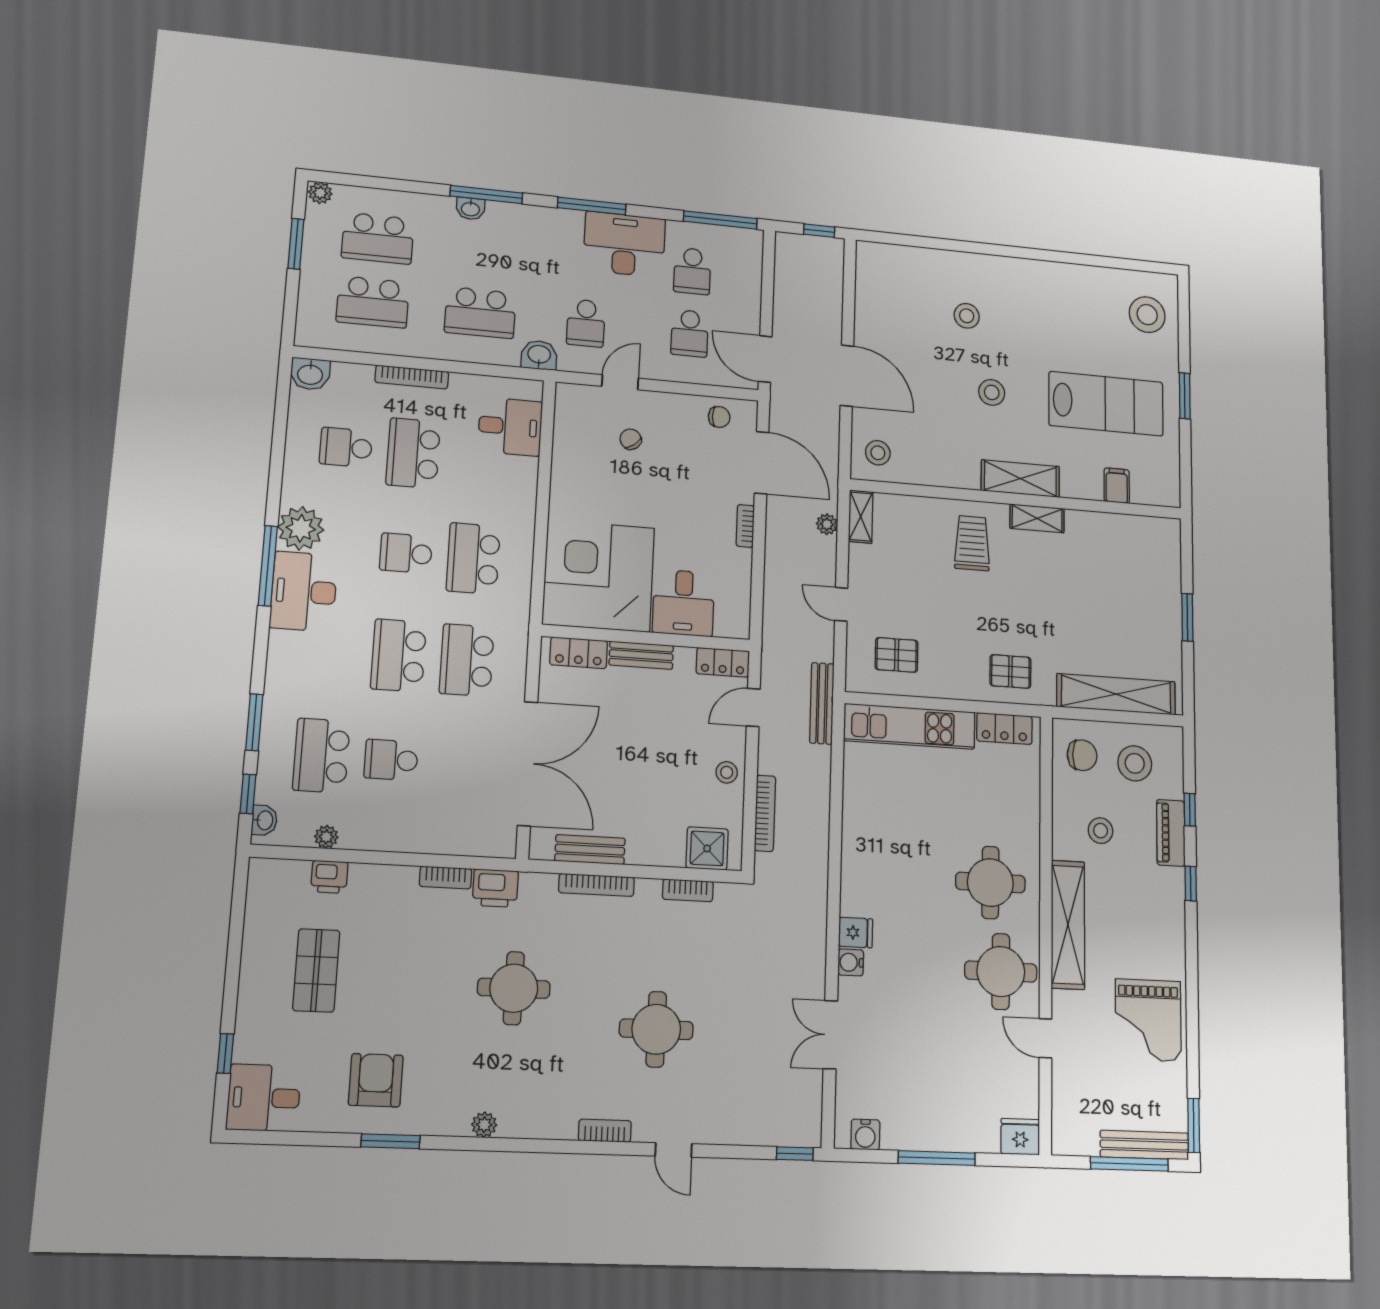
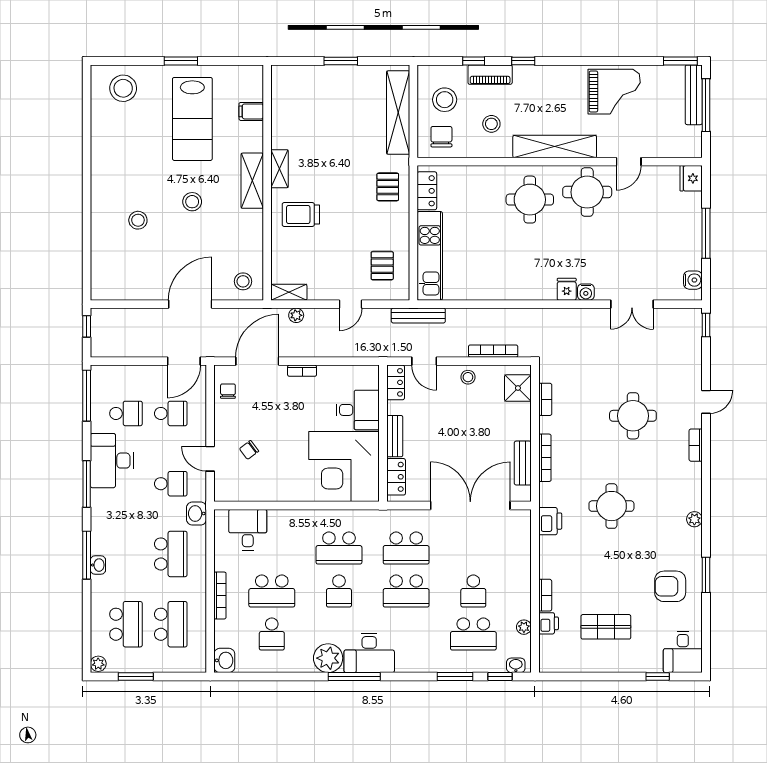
lab bench: (1106, 404) -> (192, 119), turned 180
bookcase: (446, 877) -> (545, 595), moved

